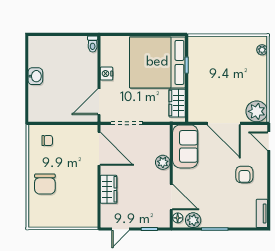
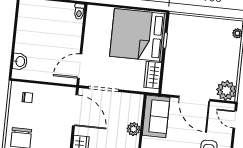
nightstand: (106, 74) -> (89, 41), removed
washbasin: (35, 76) -> (20, 61), moved

